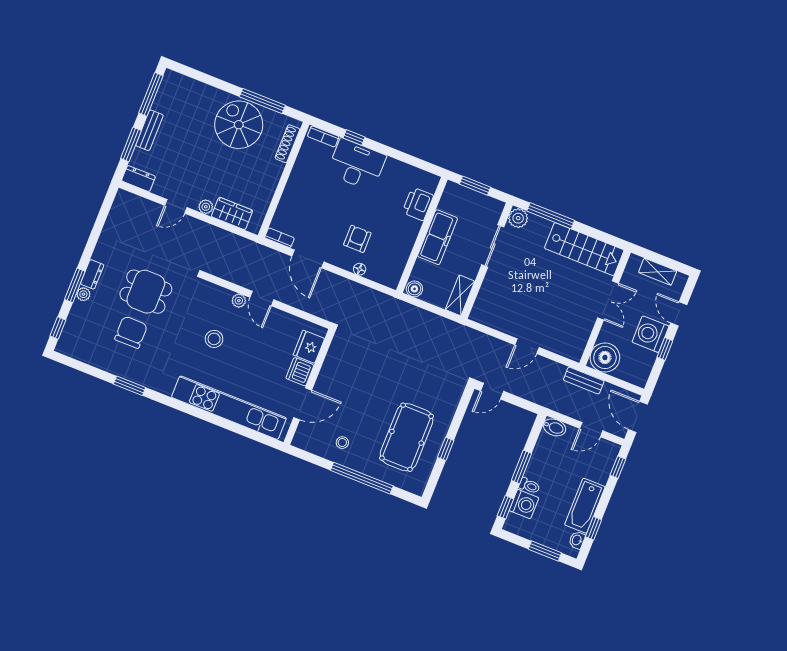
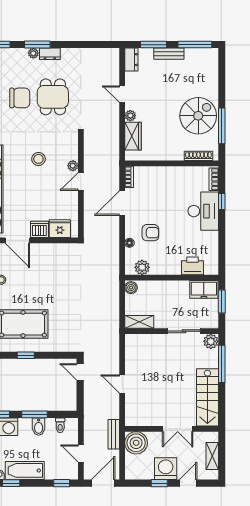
freezer: (438, 237) -> (204, 289), moved, width x0.71
plant: (395, 266) -> (142, 267), added
bidet: (554, 427) -> (39, 427), moved
toilet: (529, 486) -> (60, 425), moved

